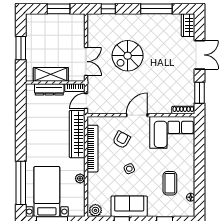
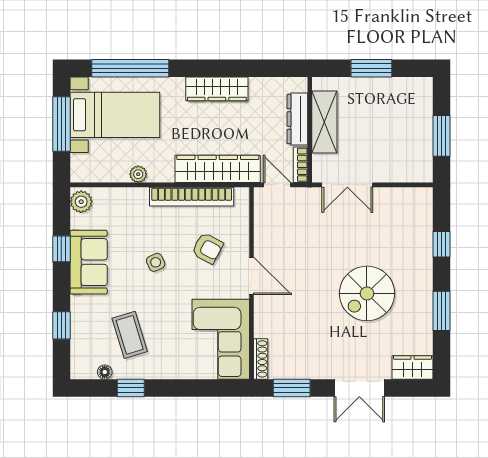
window: (108, 9) -> (442, 244), moved
window: (156, 9) -> (442, 311), width x0.69
spiral stairs: (128, 56) -> (367, 293), moved, turned -90
wardrobe: (32, 134) -> (217, 89), added
coffee table: (170, 183) -> (130, 335), turned 73
window: (200, 183) -> (131, 388), added

